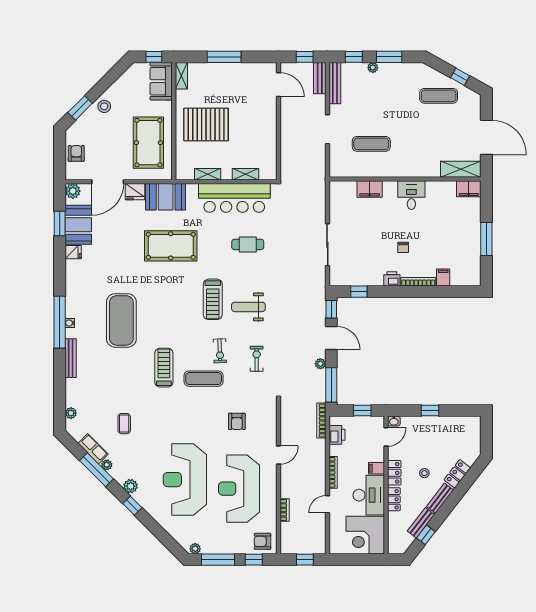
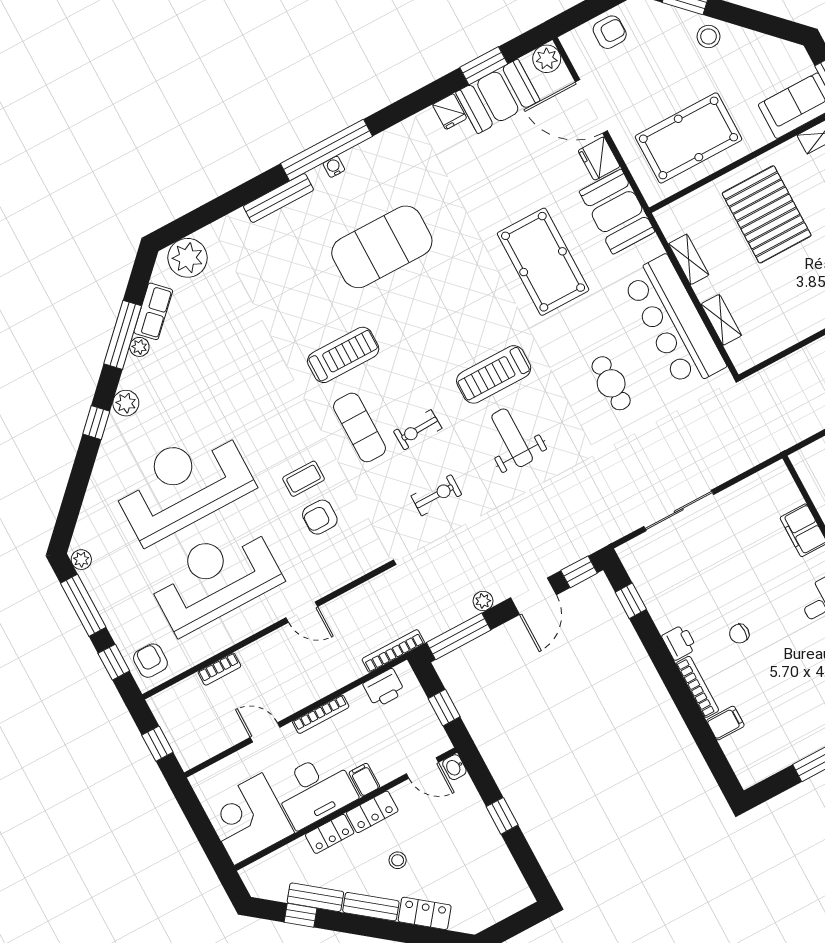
plant: (71, 413) -> (188, 258), width x1.88, depth x1.88
coffee table: (124, 424) -> (304, 479), moved

